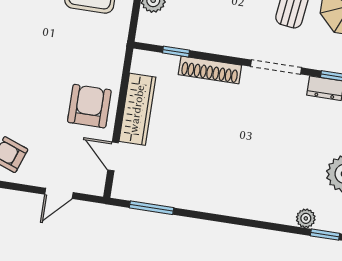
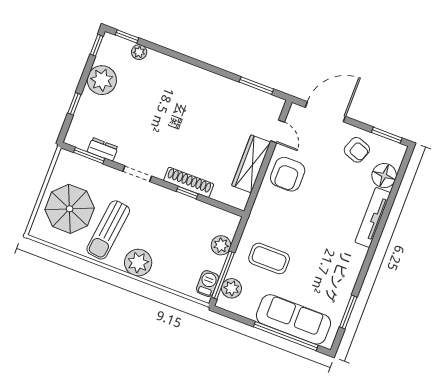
window: (176, 52) -> (187, 193), moved
doorway: (276, 67) -> (137, 174), width x0.73
door: (59, 193) -> (325, 112), width x1.88

